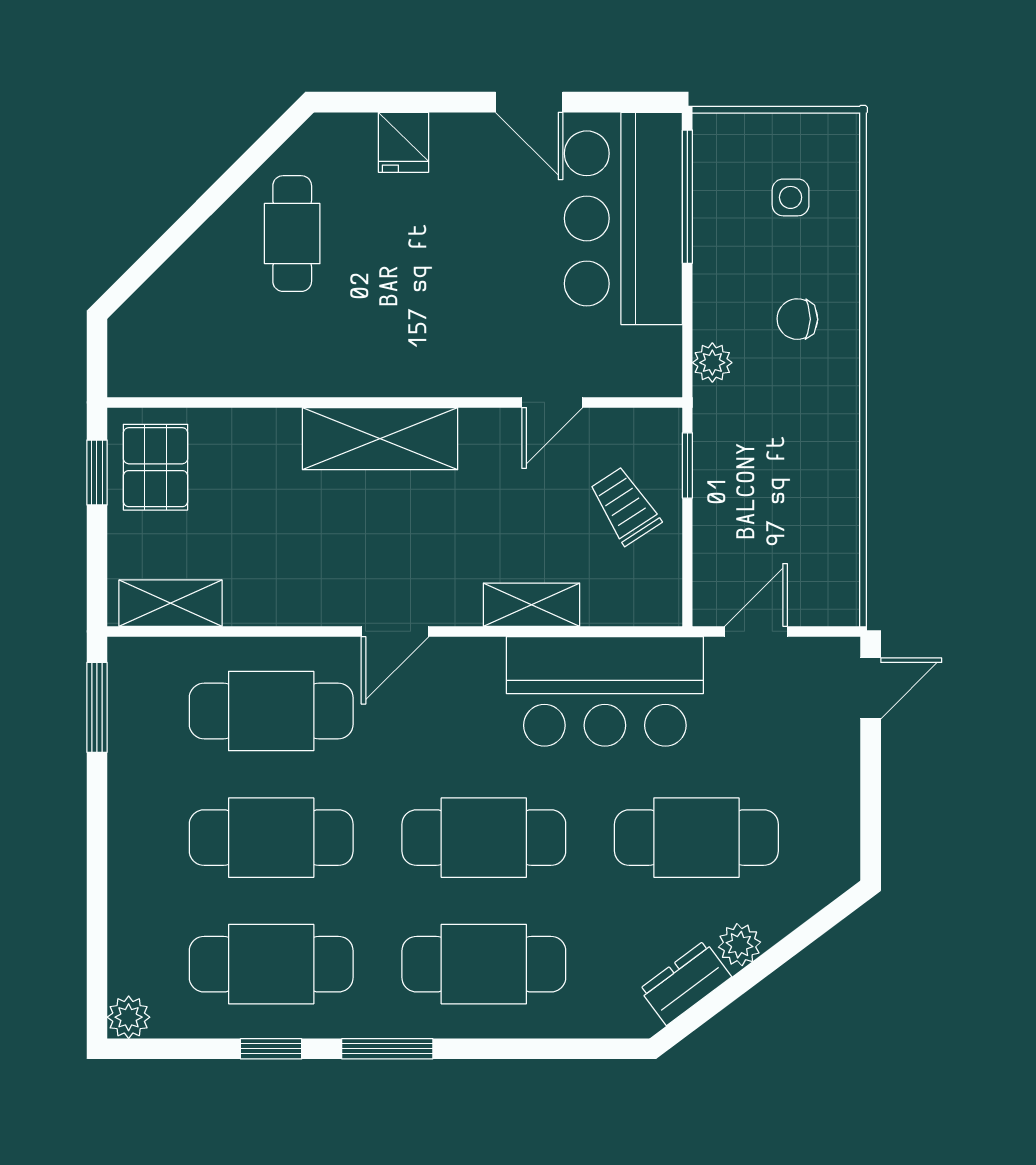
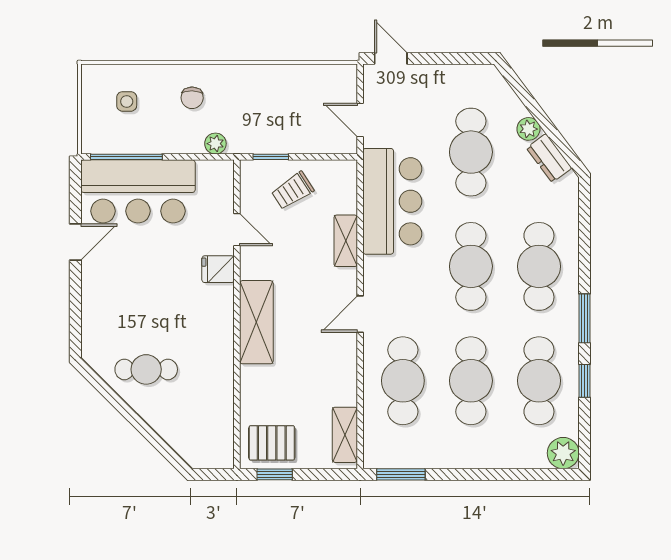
fridge: (403, 142) -> (218, 269), moved, turned 180
door: (395, 631) -> (360, 314), swing flipped
plant: (129, 1017) -> (563, 453), width x1.38, depth x1.38

